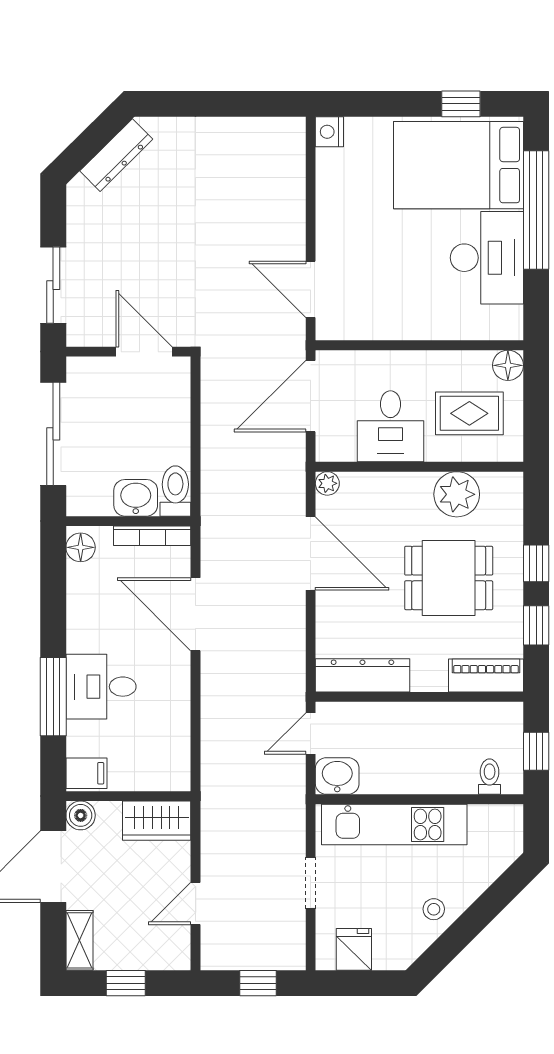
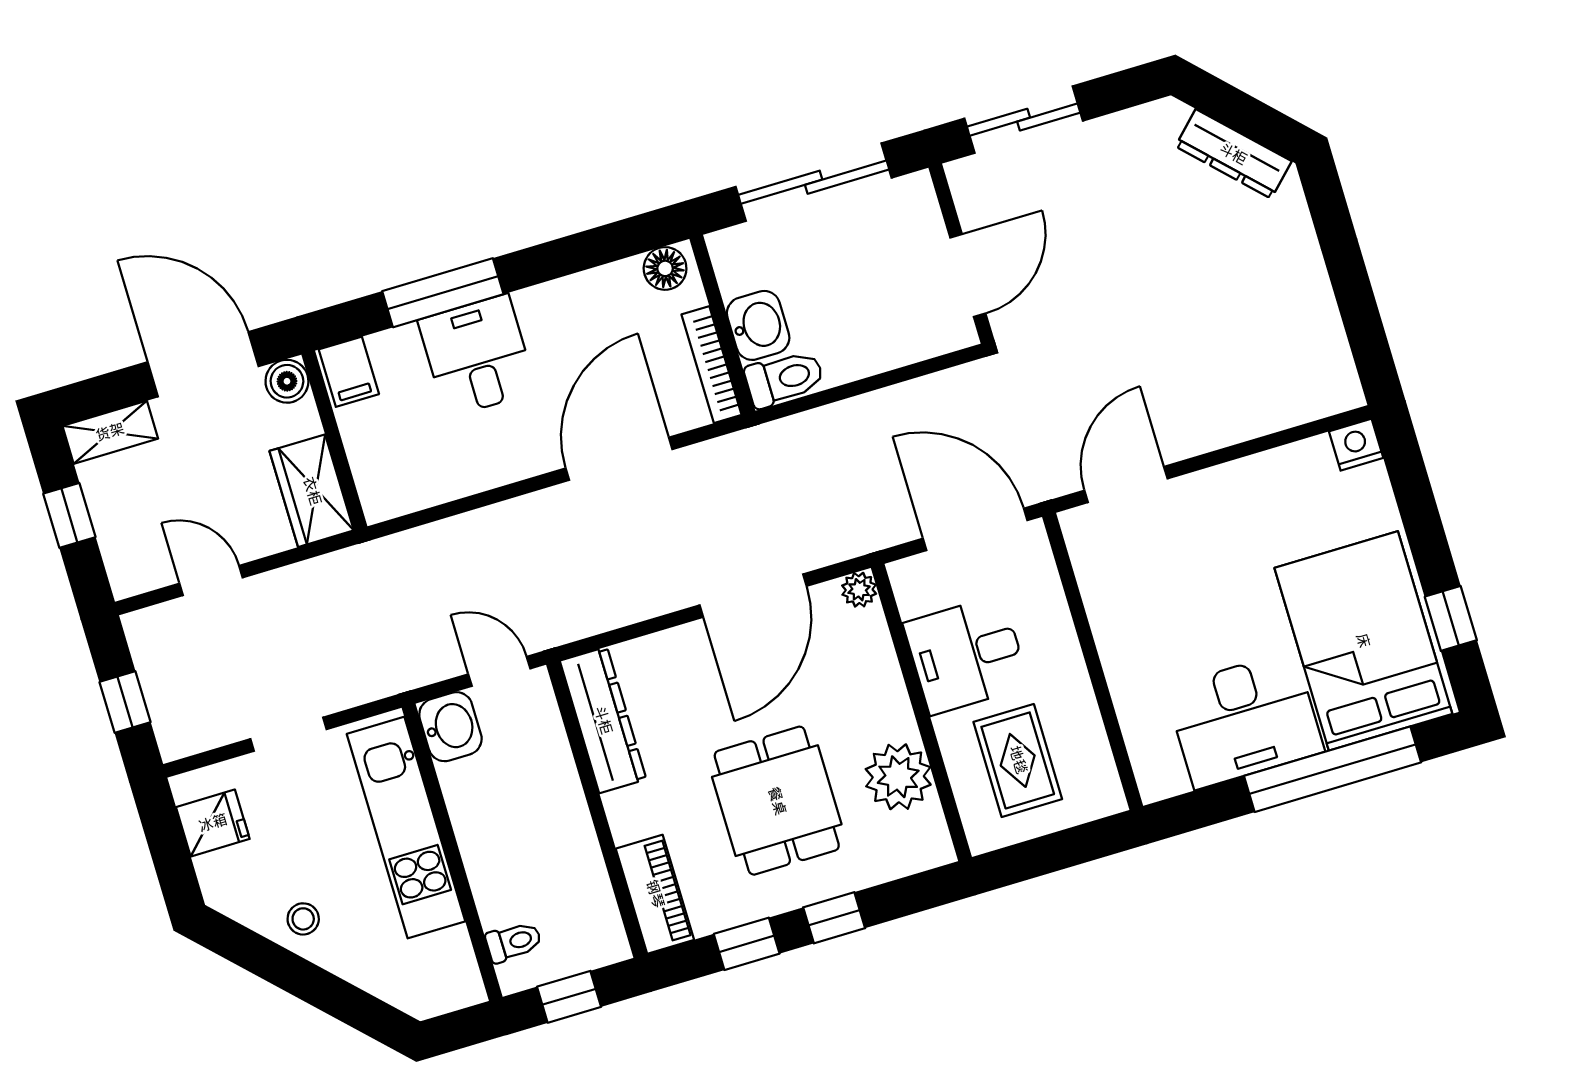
floor lamp: (508, 365) -> (1102, 795), removed

